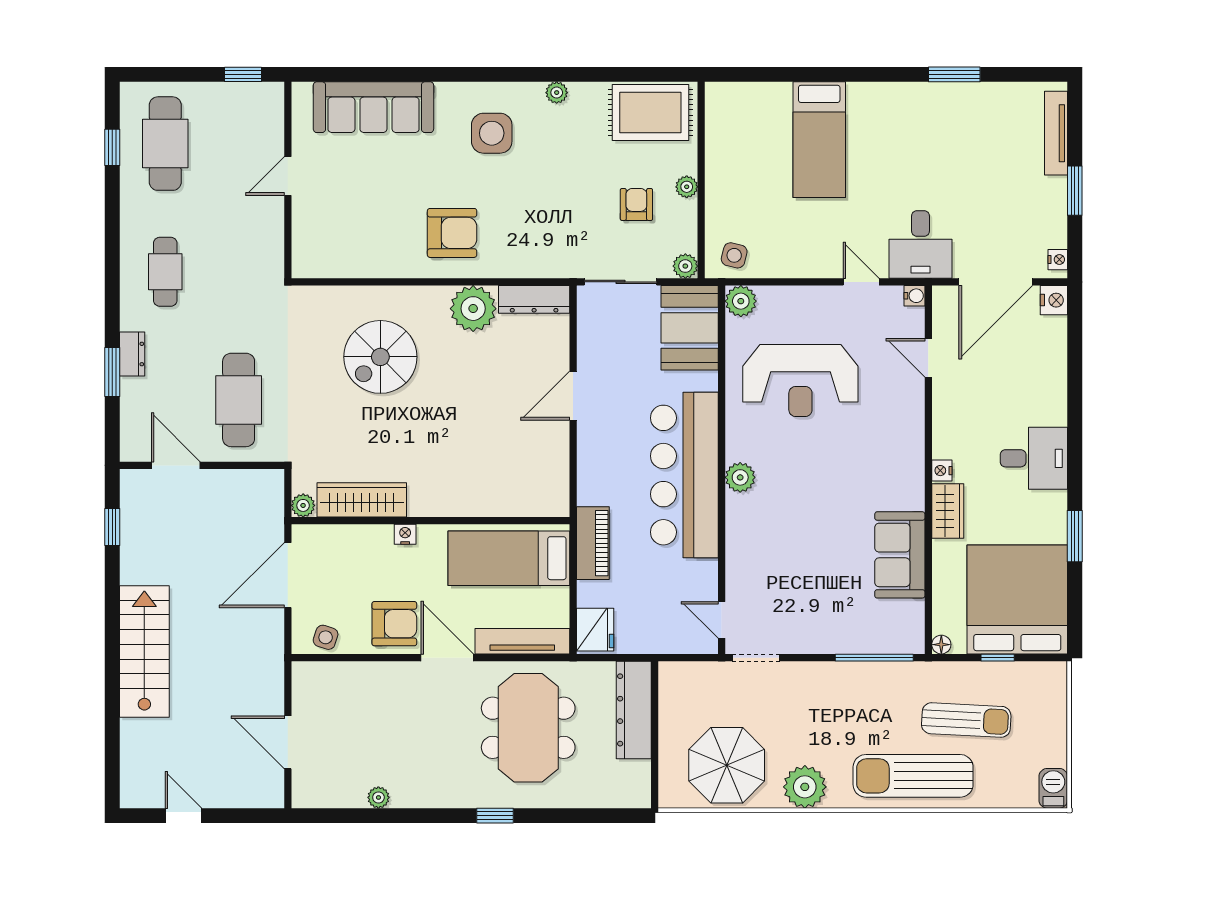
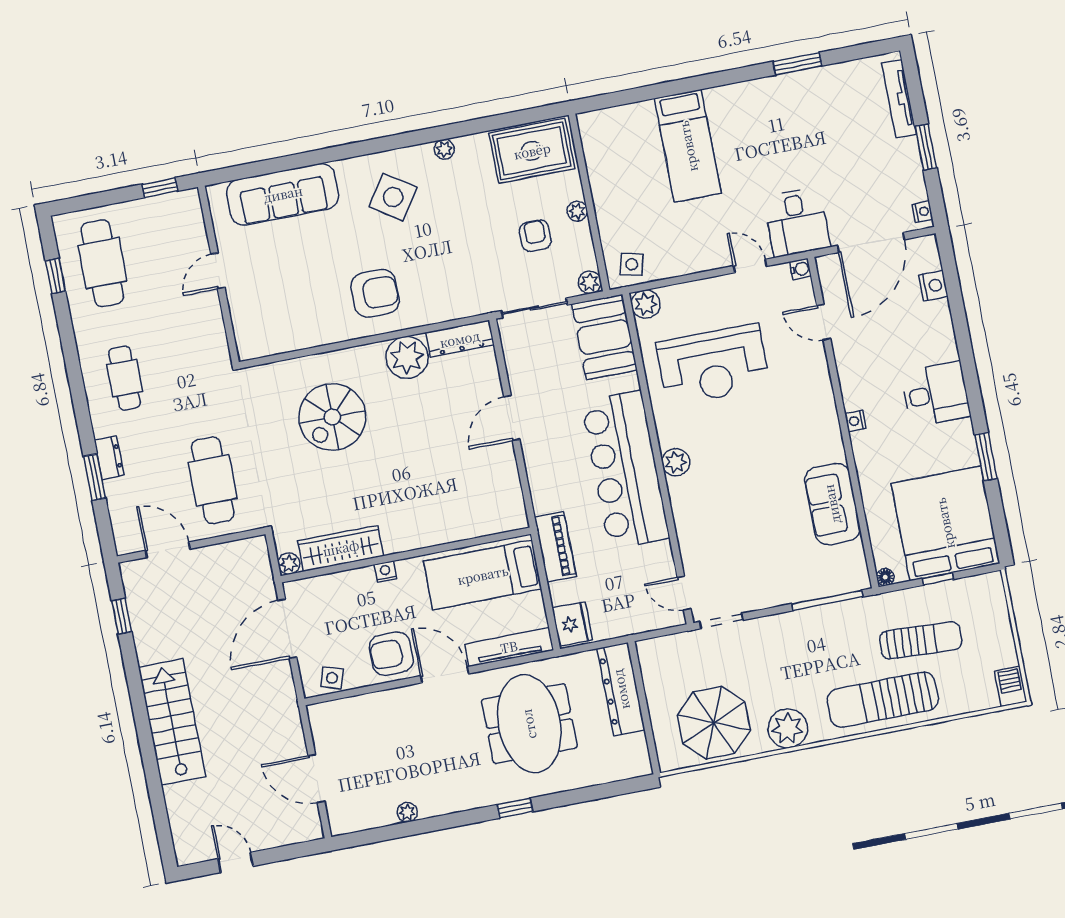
side table: (492, 133) -> (393, 197), turned 34
nightstand: (1054, 300) -> (933, 286), moved
wardrobe: (948, 511) -> (868, 456), removed
armchair: (394, 624) -> (391, 654), turned 180

